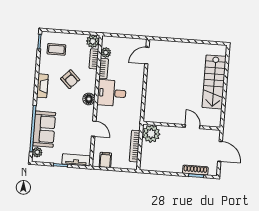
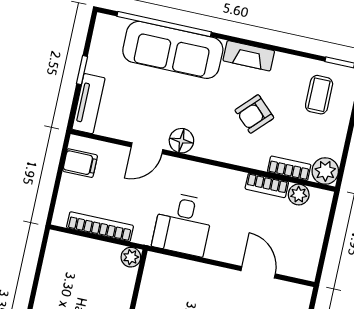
door: (147, 56) -> (258, 272), moved
desk: (112, 93) -> (183, 224), moved, turned 180
floor lamp: (89, 99) -> (181, 141), moved
sofa: (44, 129) -> (173, 50), width x1.36
plant: (151, 134) -> (131, 257), width x0.53, depth x0.53
plant: (37, 152) -> (115, 26), removed

